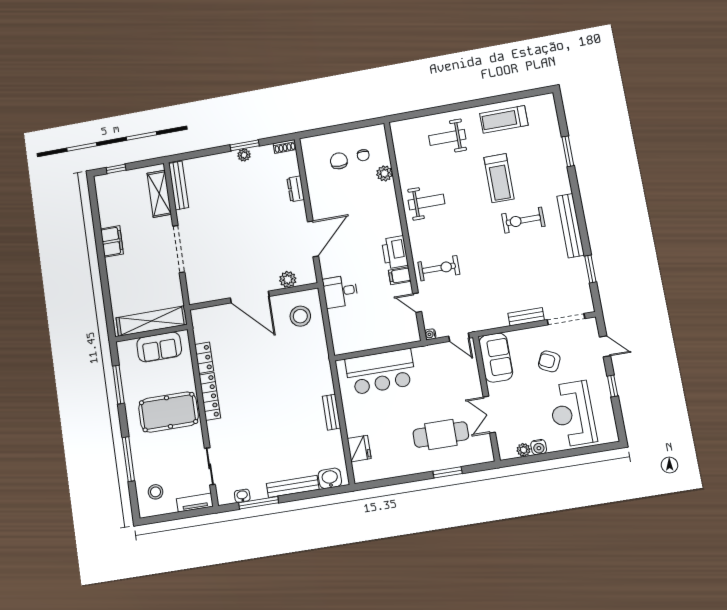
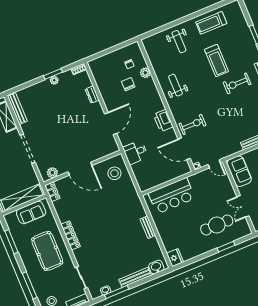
weight bench: (447, 137) -> (179, 42), turned -90
chair: (339, 161) -> (128, 84), moved
weight bench: (427, 202) -> (175, 85), turned -90
filing cabinet: (400, 276) -> (170, 134), removed
plant: (288, 279) -> (52, 173), moved
door: (417, 303) -> (184, 149), width x1.88
locker: (204, 358) -> (52, 192), moved
pool table: (168, 412) -> (47, 251), turned 90
fridge: (359, 449) -> (175, 258), moved

